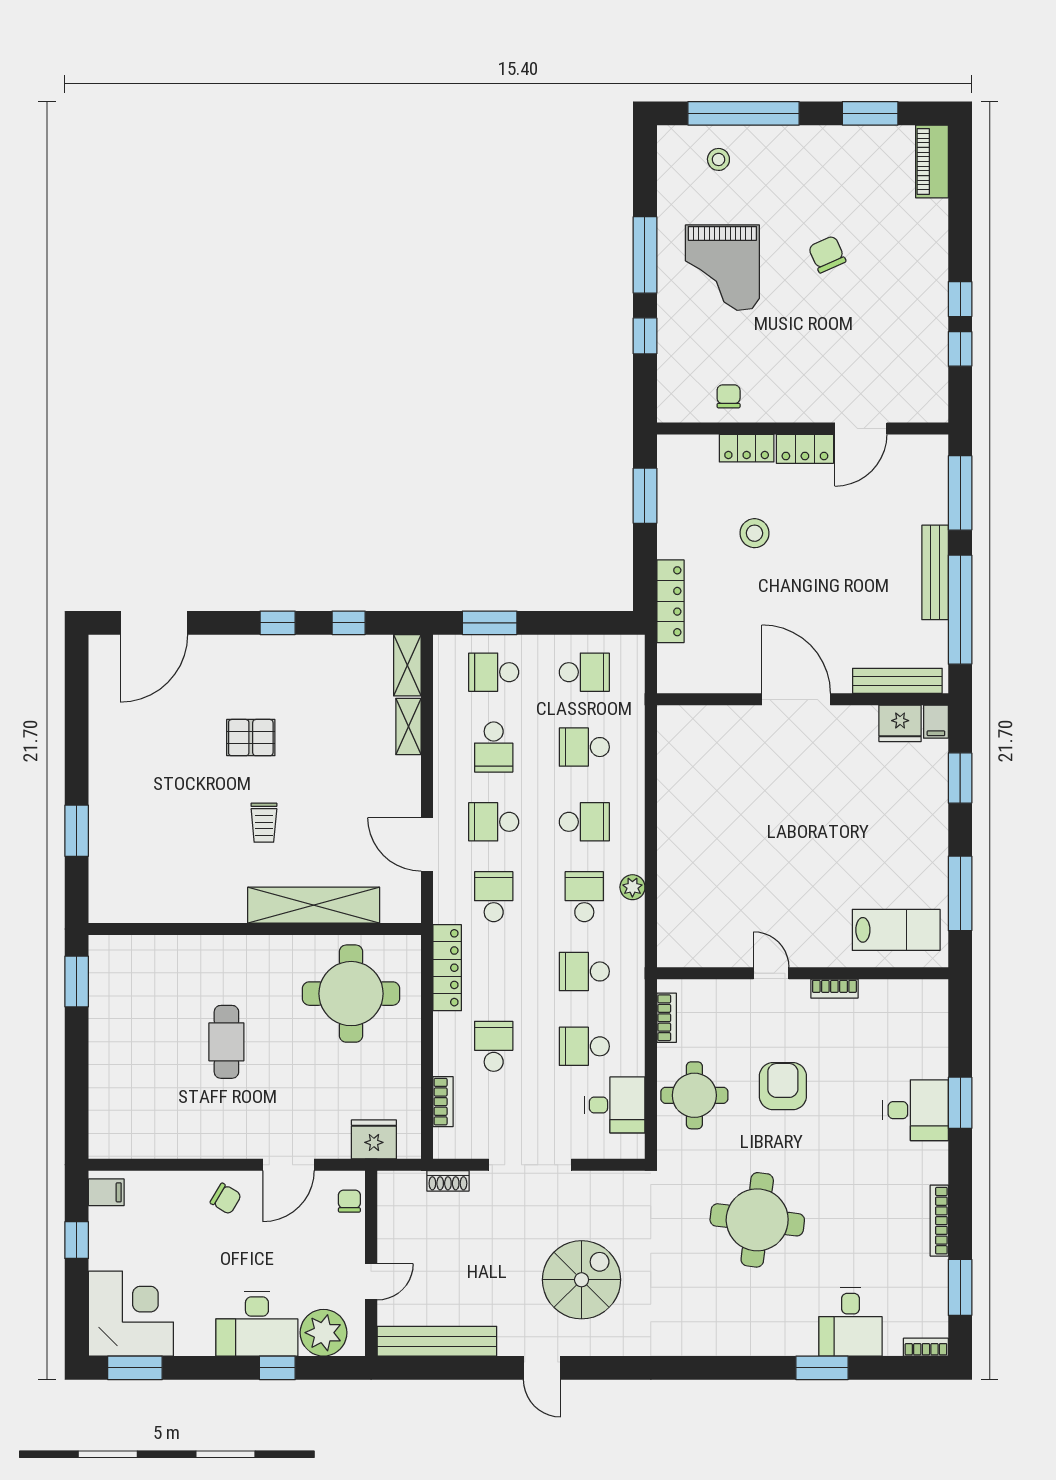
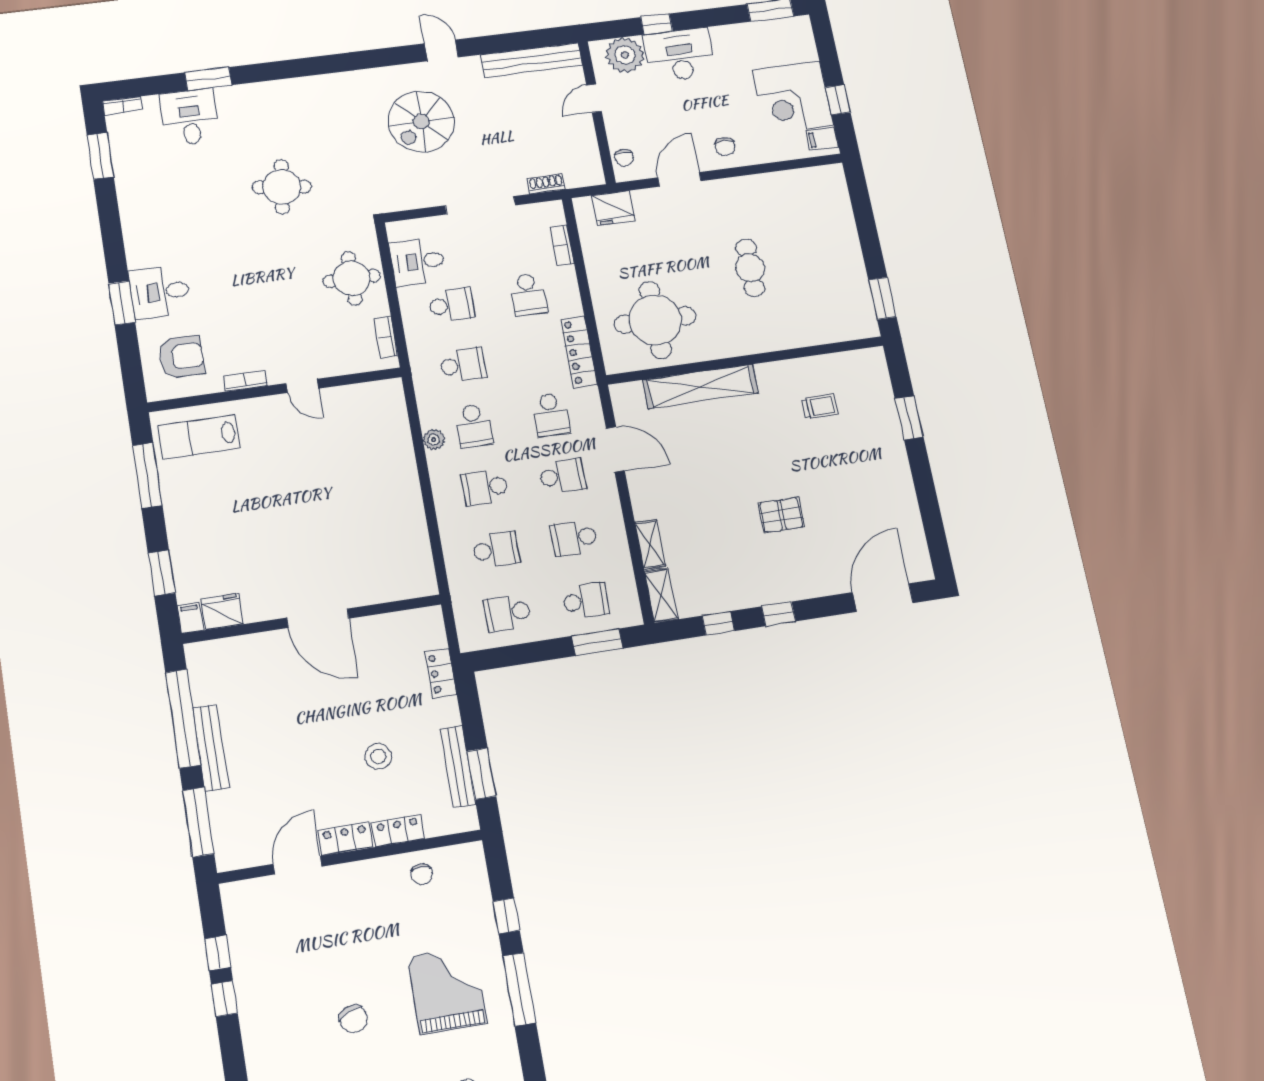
locker: (670, 601) -> (441, 673), width x0.66
bench: (897, 681) -> (458, 766), moved, turned 90
school desk: (494, 747) -> (574, 538), turned -90
trolley: (264, 823) -> (820, 406), moved, turned 89
armchair: (783, 1086) -> (182, 357), moved, turned -90
chair: (226, 1199) -> (725, 146), turned -121
round table: (757, 1220) -> (282, 187), width x0.73, depth x0.73
bookcase: (939, 1221) -> (126, 206), removed
corner desk: (131, 1314) -> (793, 97), moved

